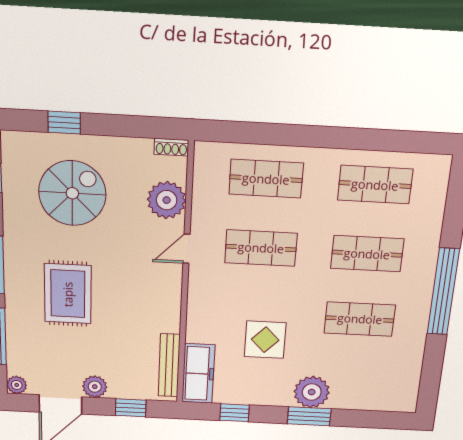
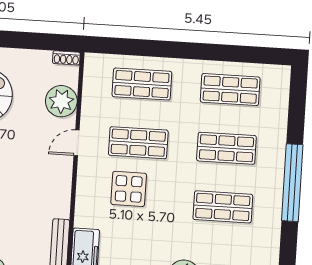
display table: (265, 340) -> (129, 189), moved

